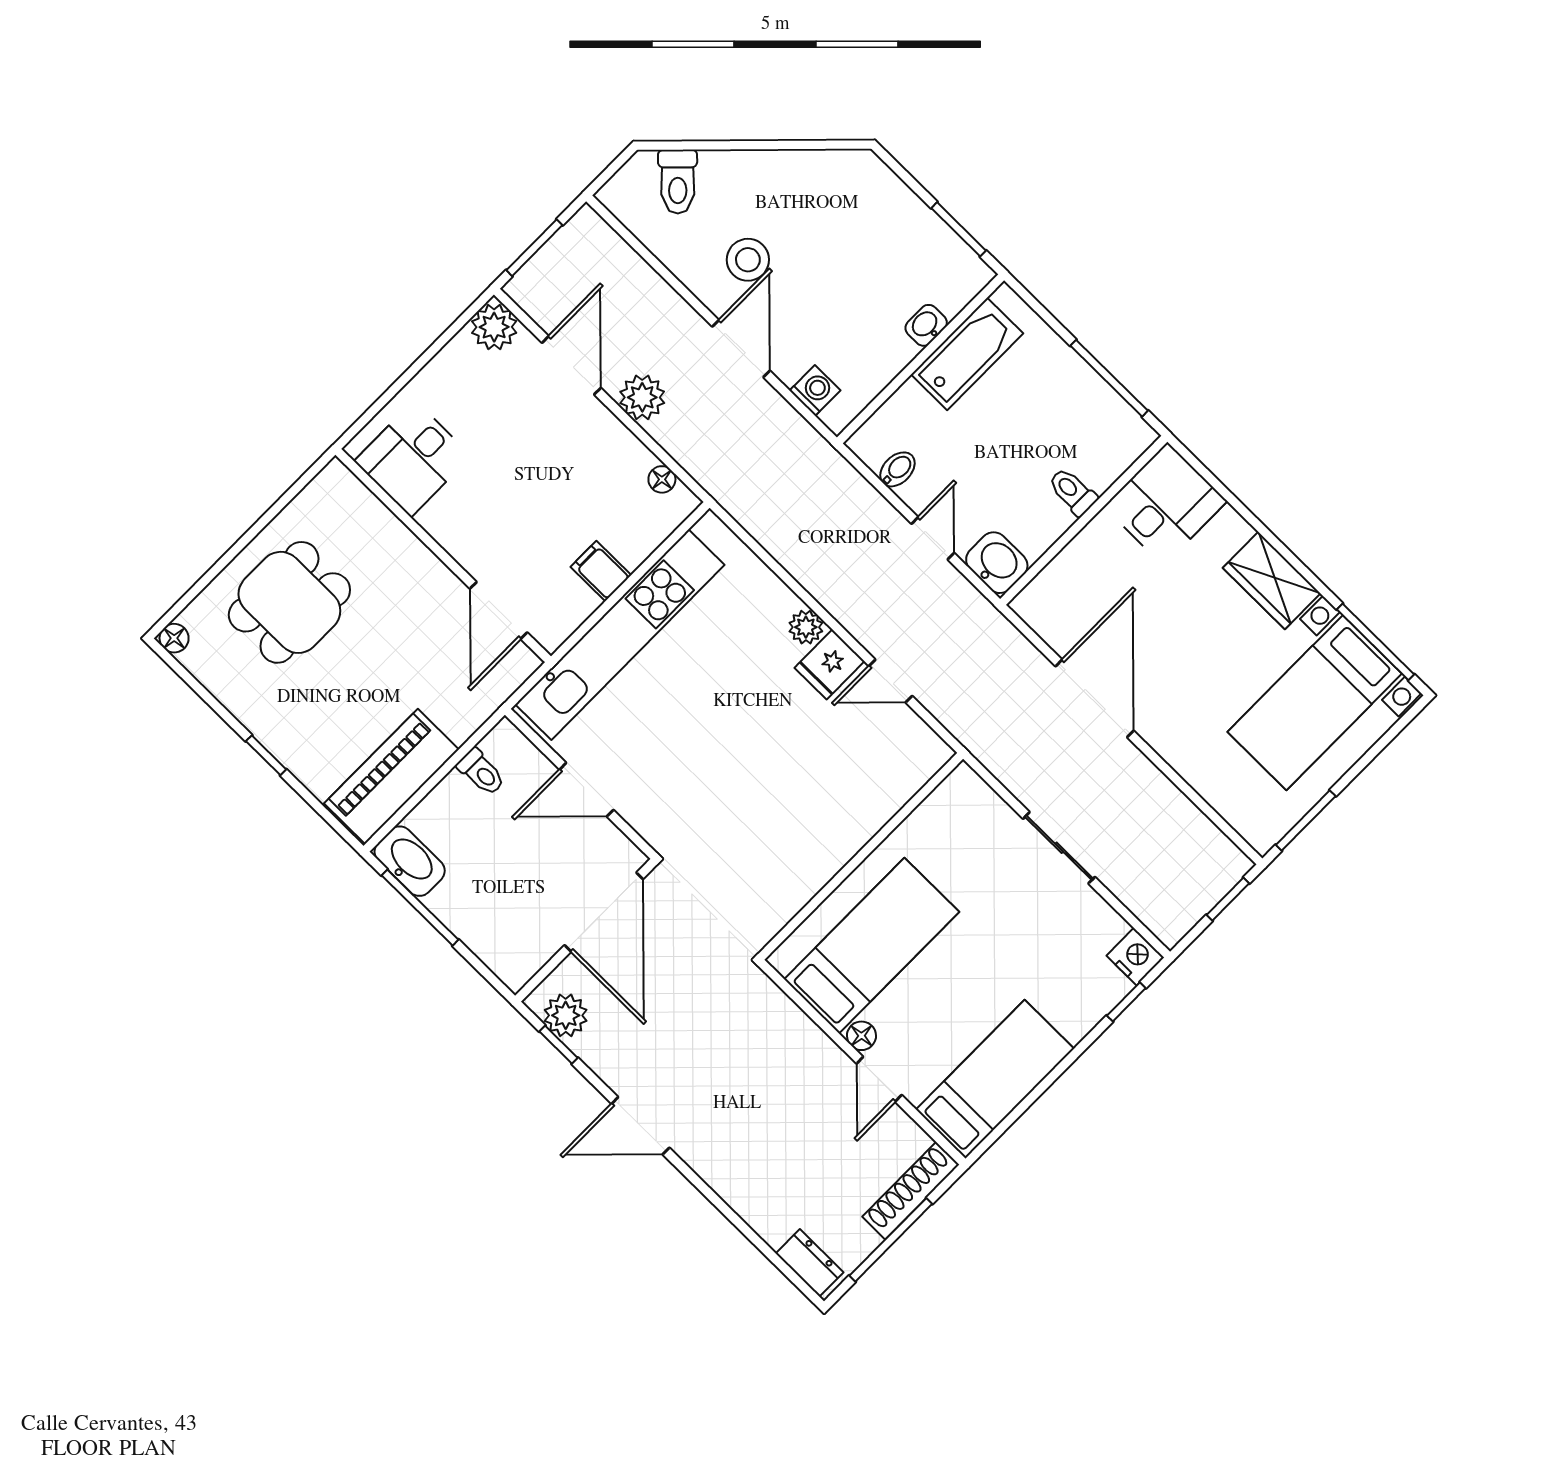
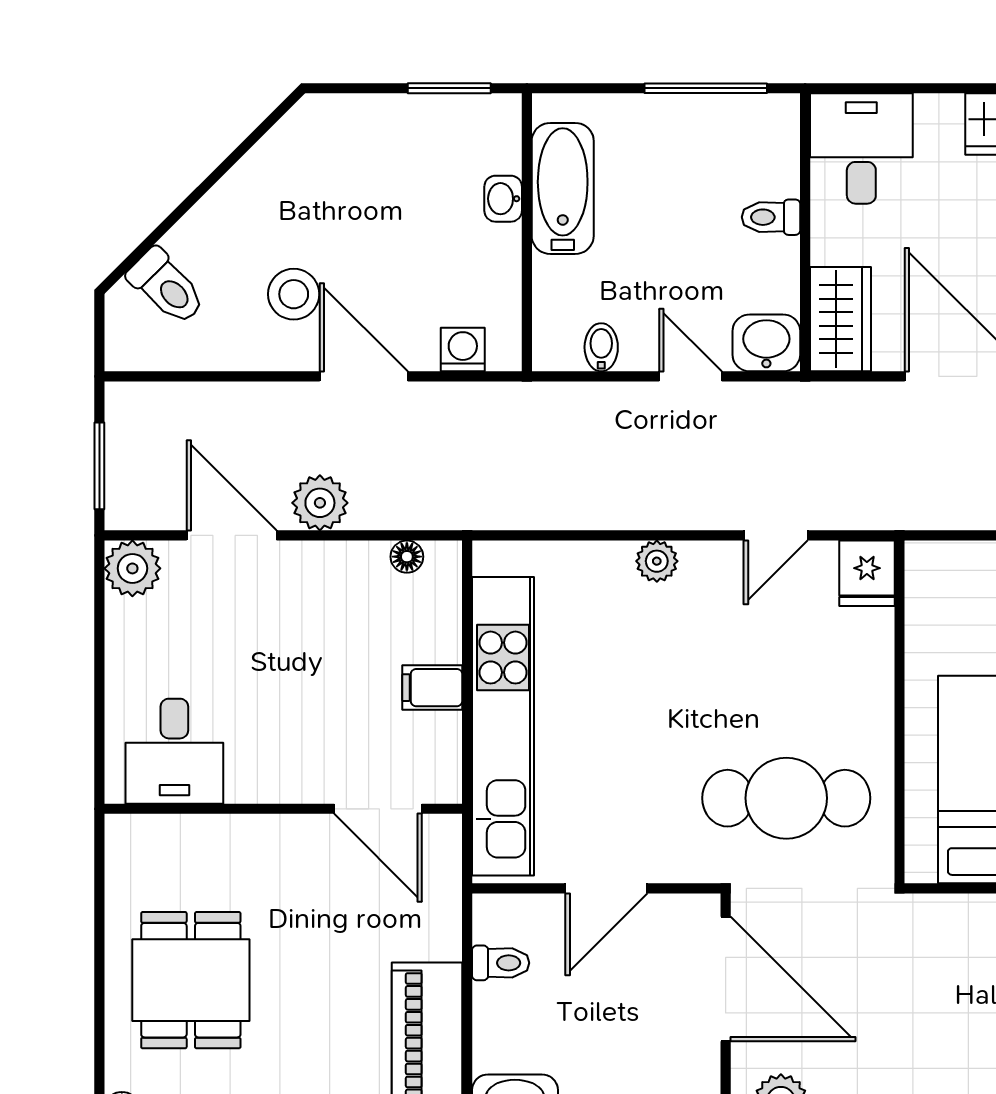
wardrobe: (1054, 592) -> (840, 319), added
fridge: (829, 664) -> (867, 573), moved
cafe table: (744, 841) -> (786, 798), added

